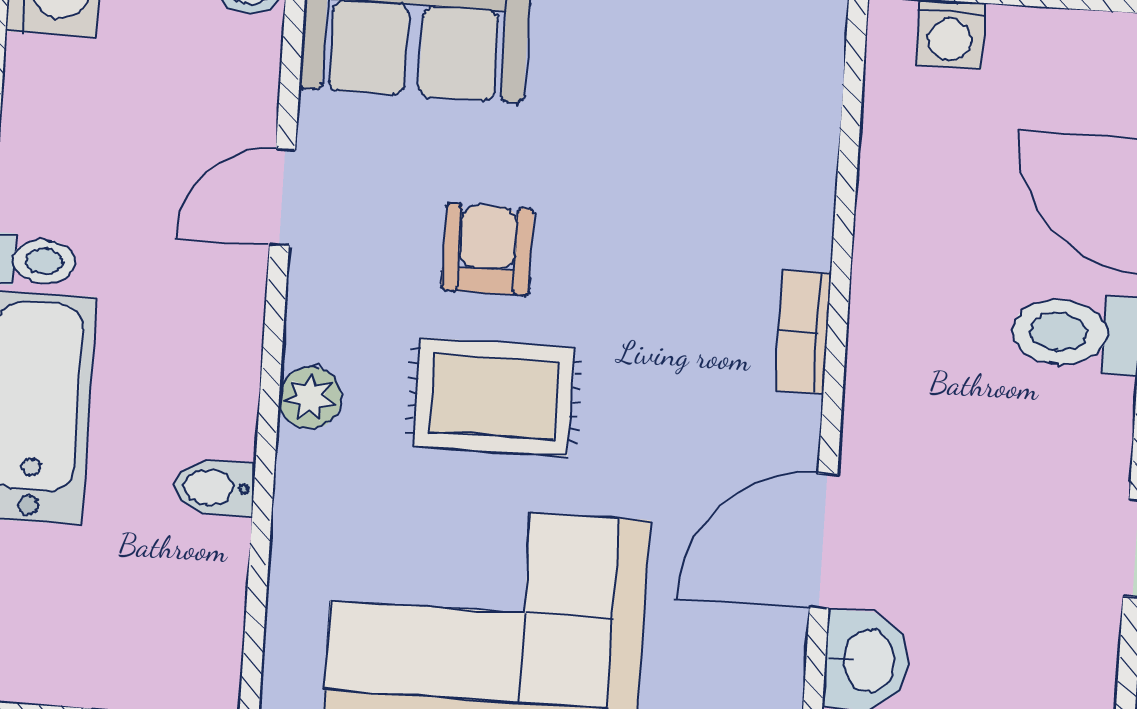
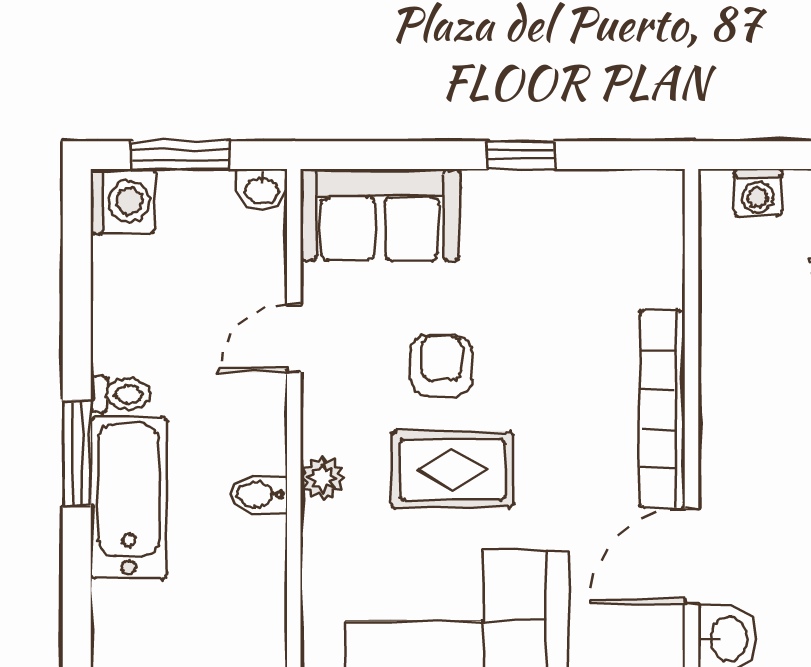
bookcase: (803, 332) -> (662, 409), width x2.31, depth x1.31
bidet: (214, 487) -> (259, 494), moved

